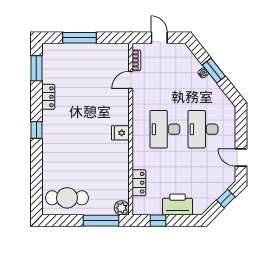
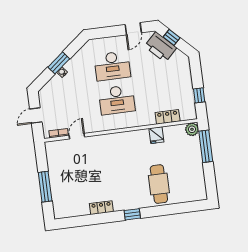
window: (36, 68) -> (77, 221), removed
door: (131, 80) -> (77, 136), swing flipped
fridge: (120, 133) -> (156, 135), moved
cafe table: (67, 198) -> (159, 184), moved
printer: (177, 205) -> (160, 47), moved, turned -45

